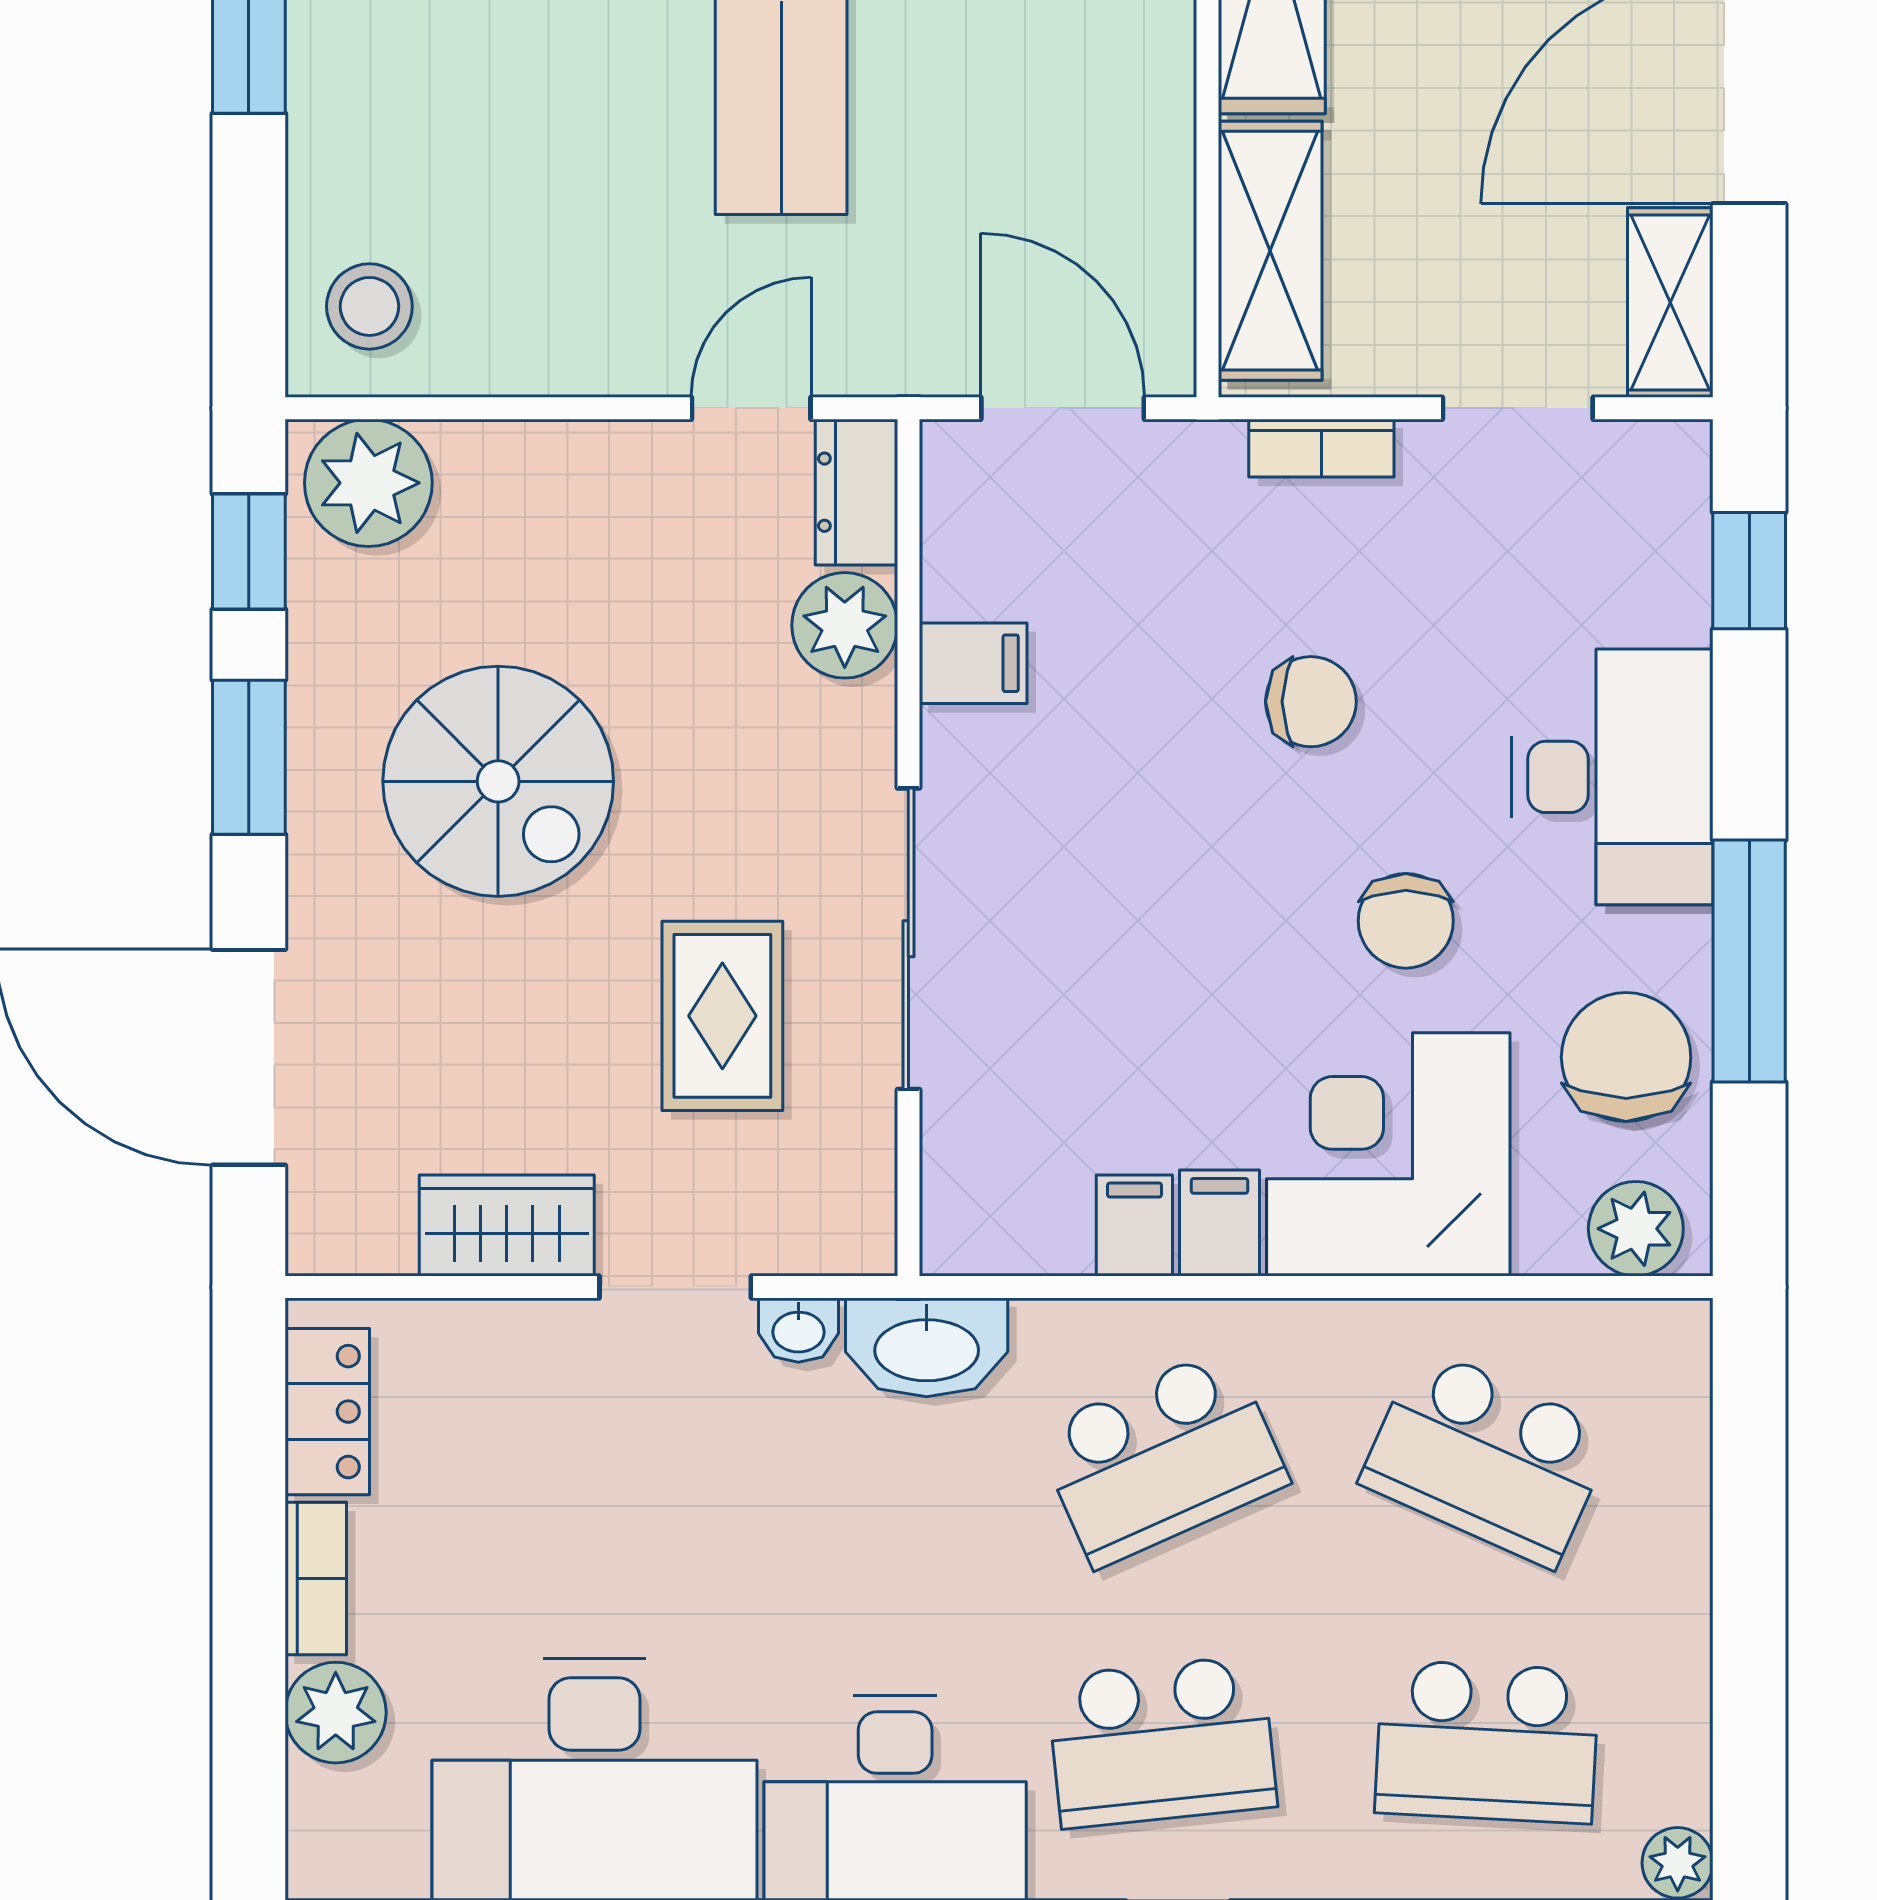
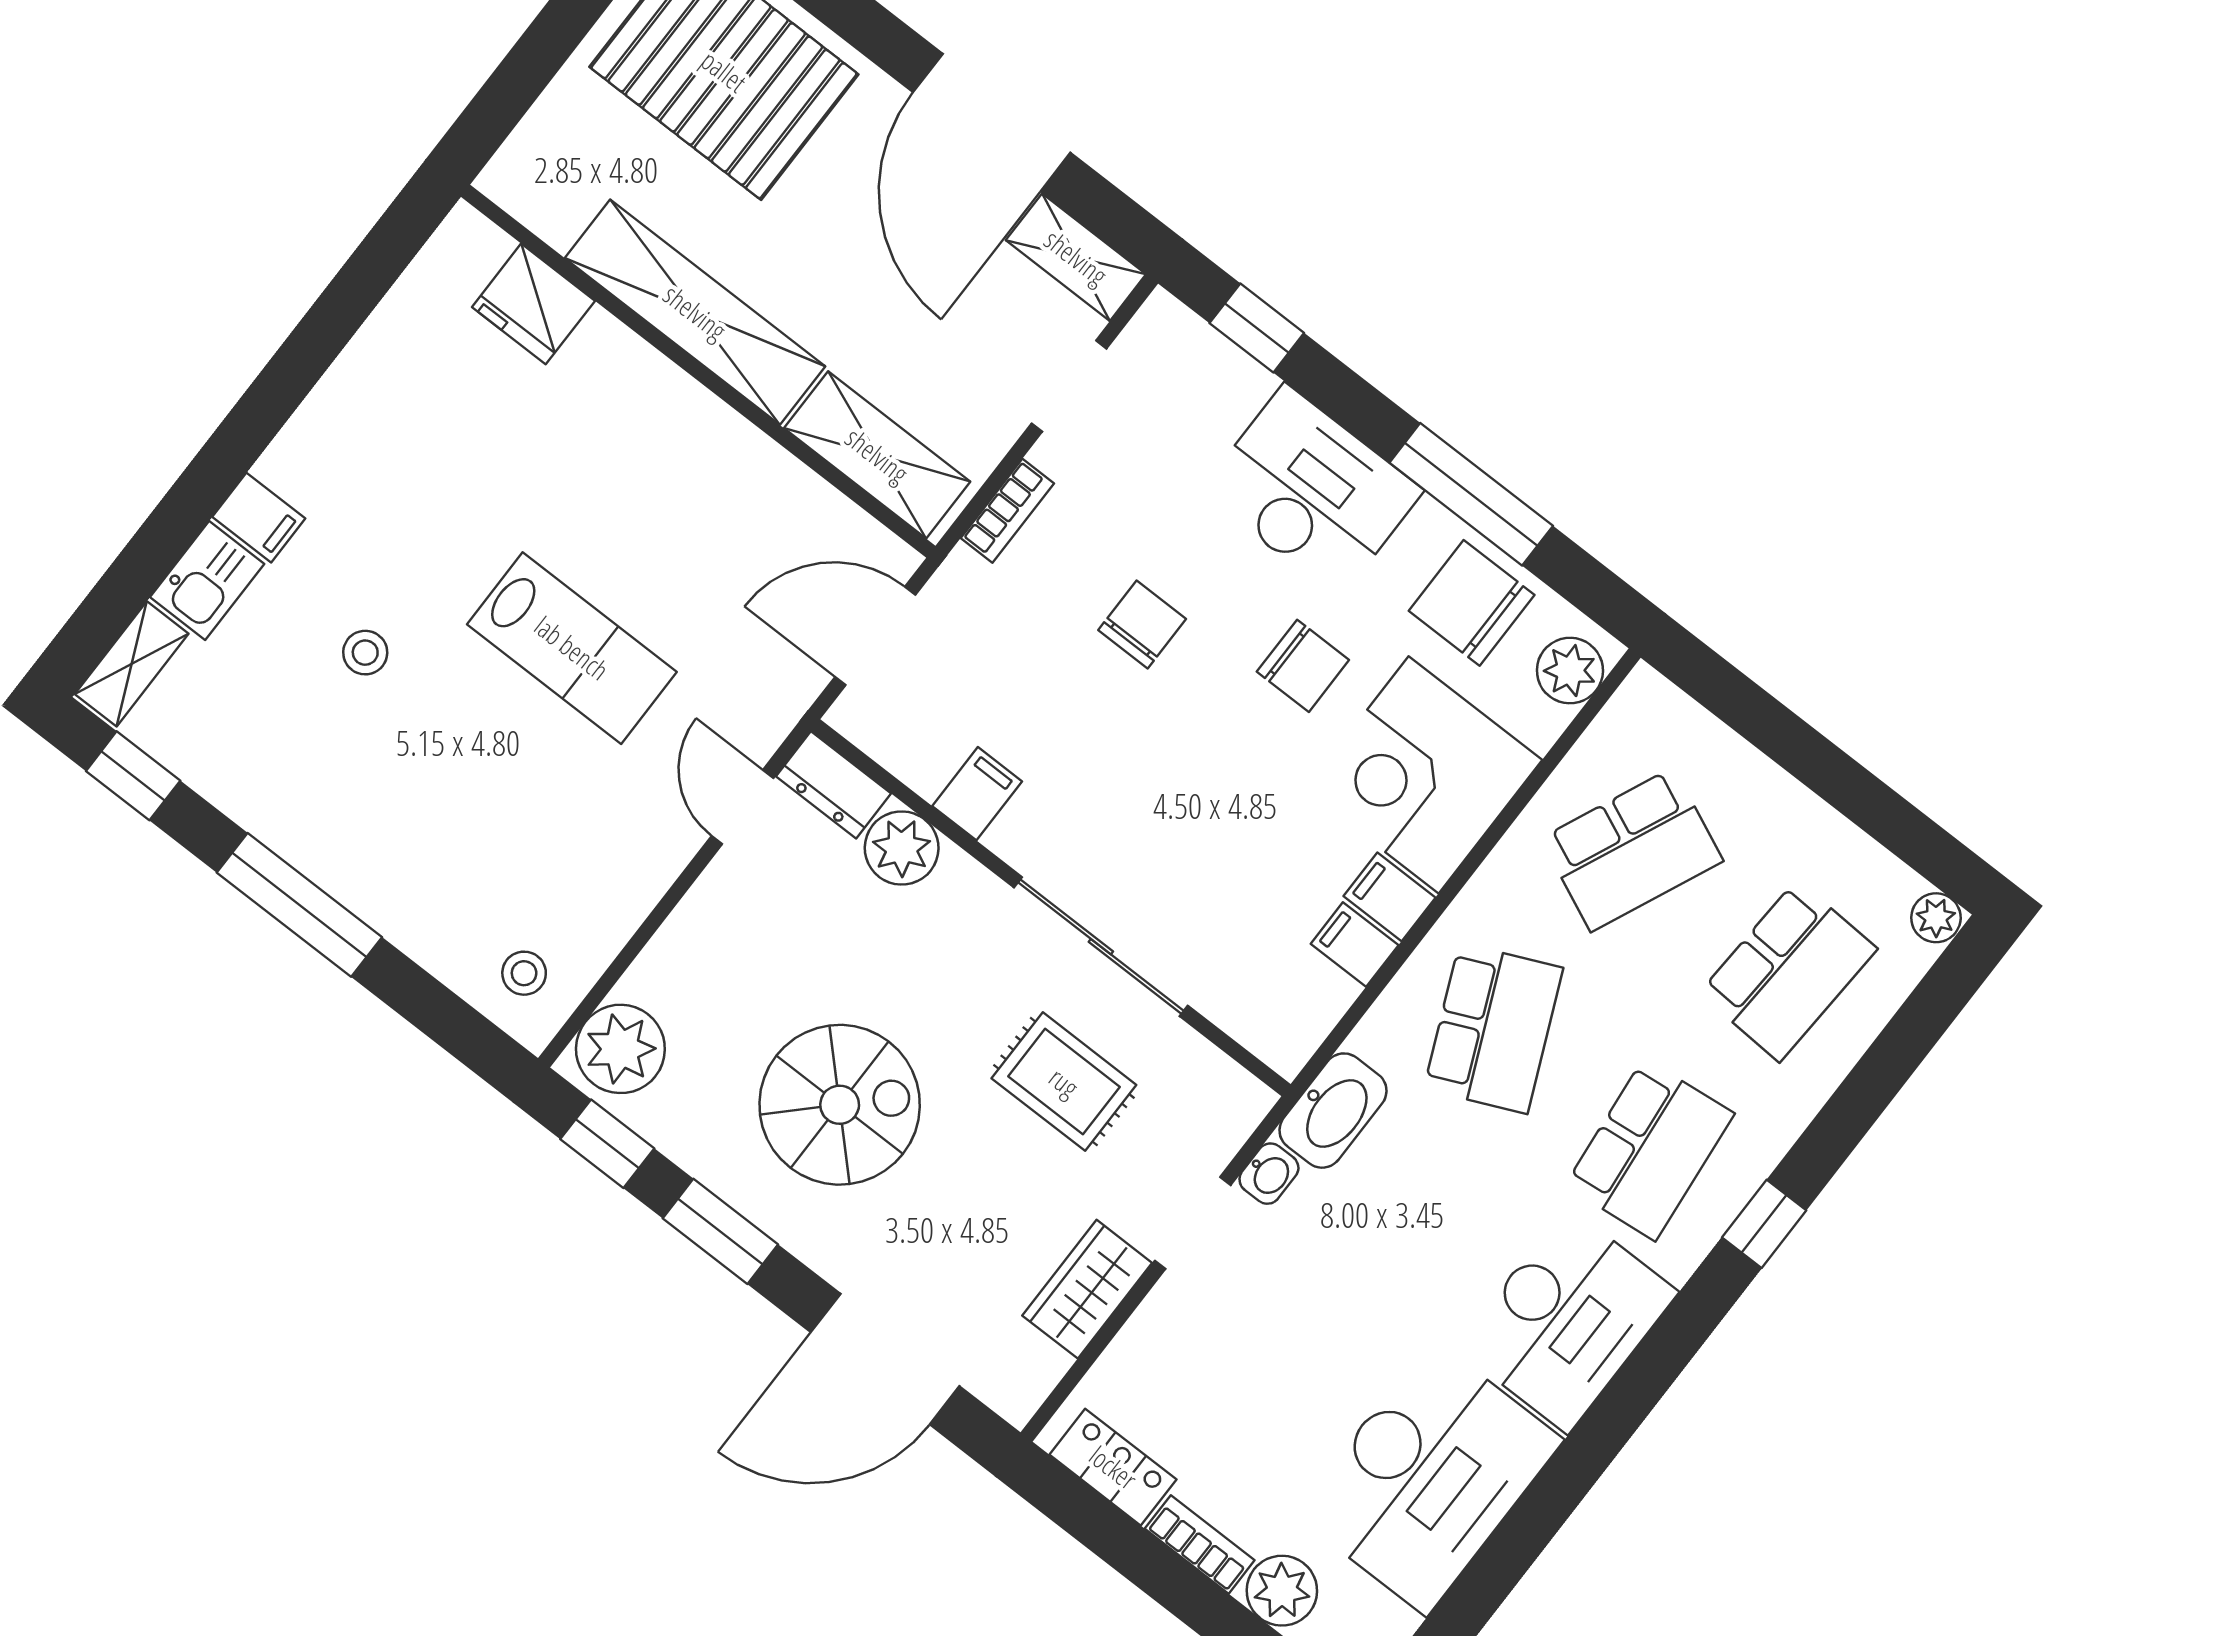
stool: (369, 306) -> (524, 973), width x0.73, depth x0.73

